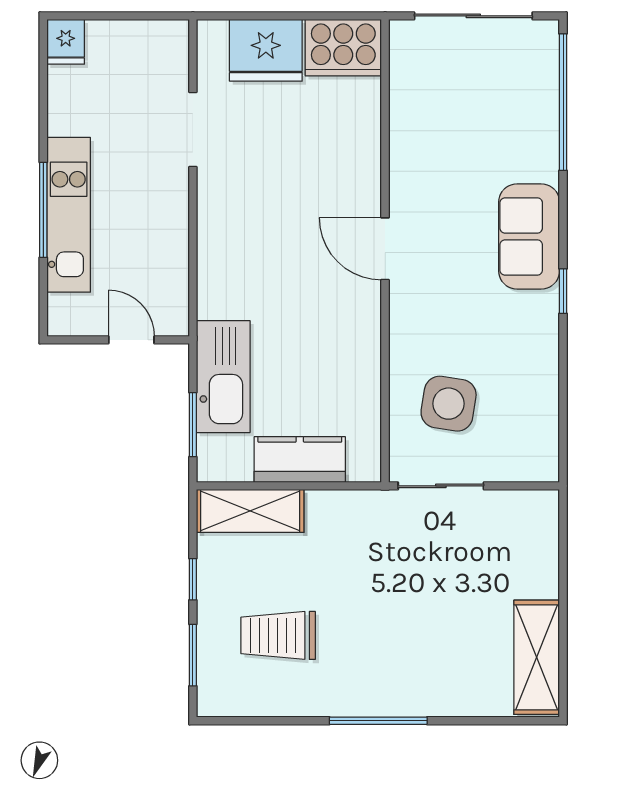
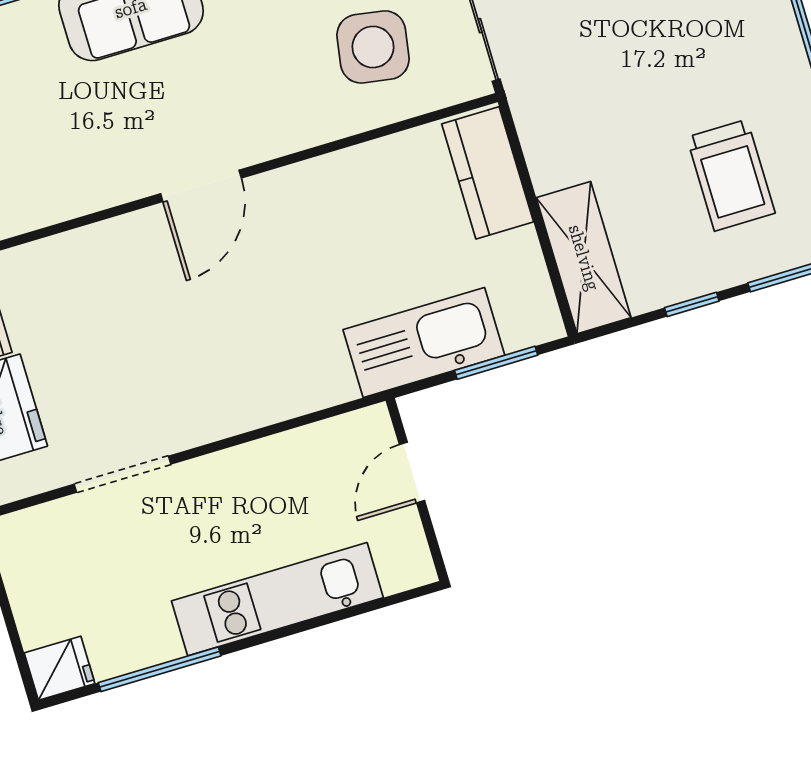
window: (43, 210) -> (160, 669), moved
kitchen counter: (300, 459) -> (488, 173), moved

